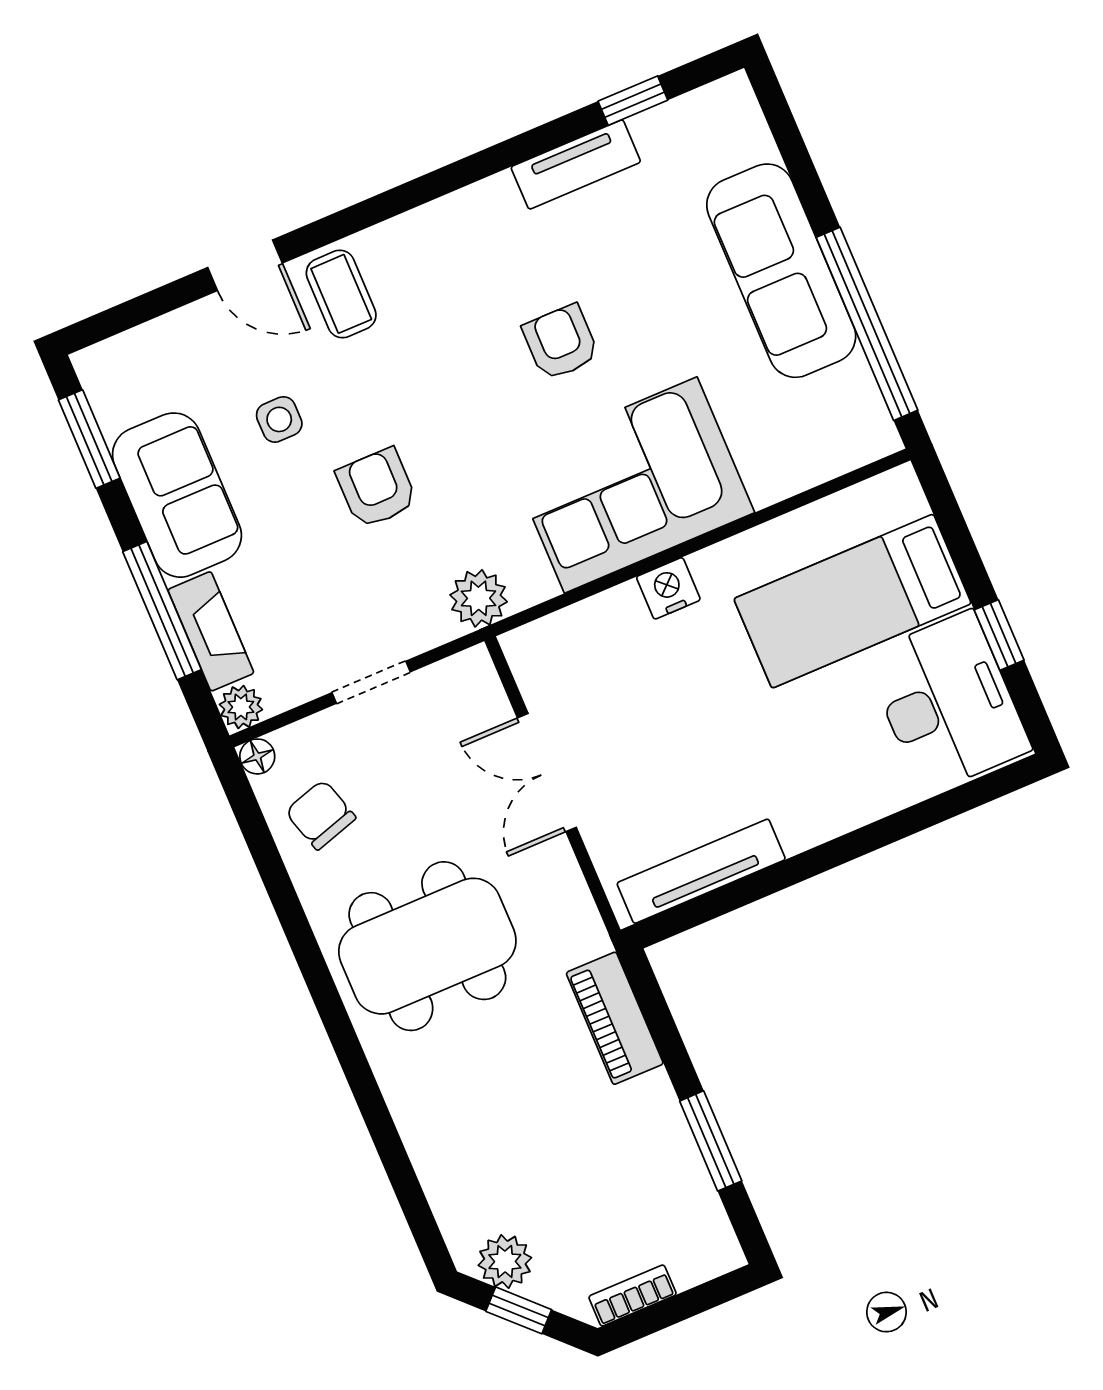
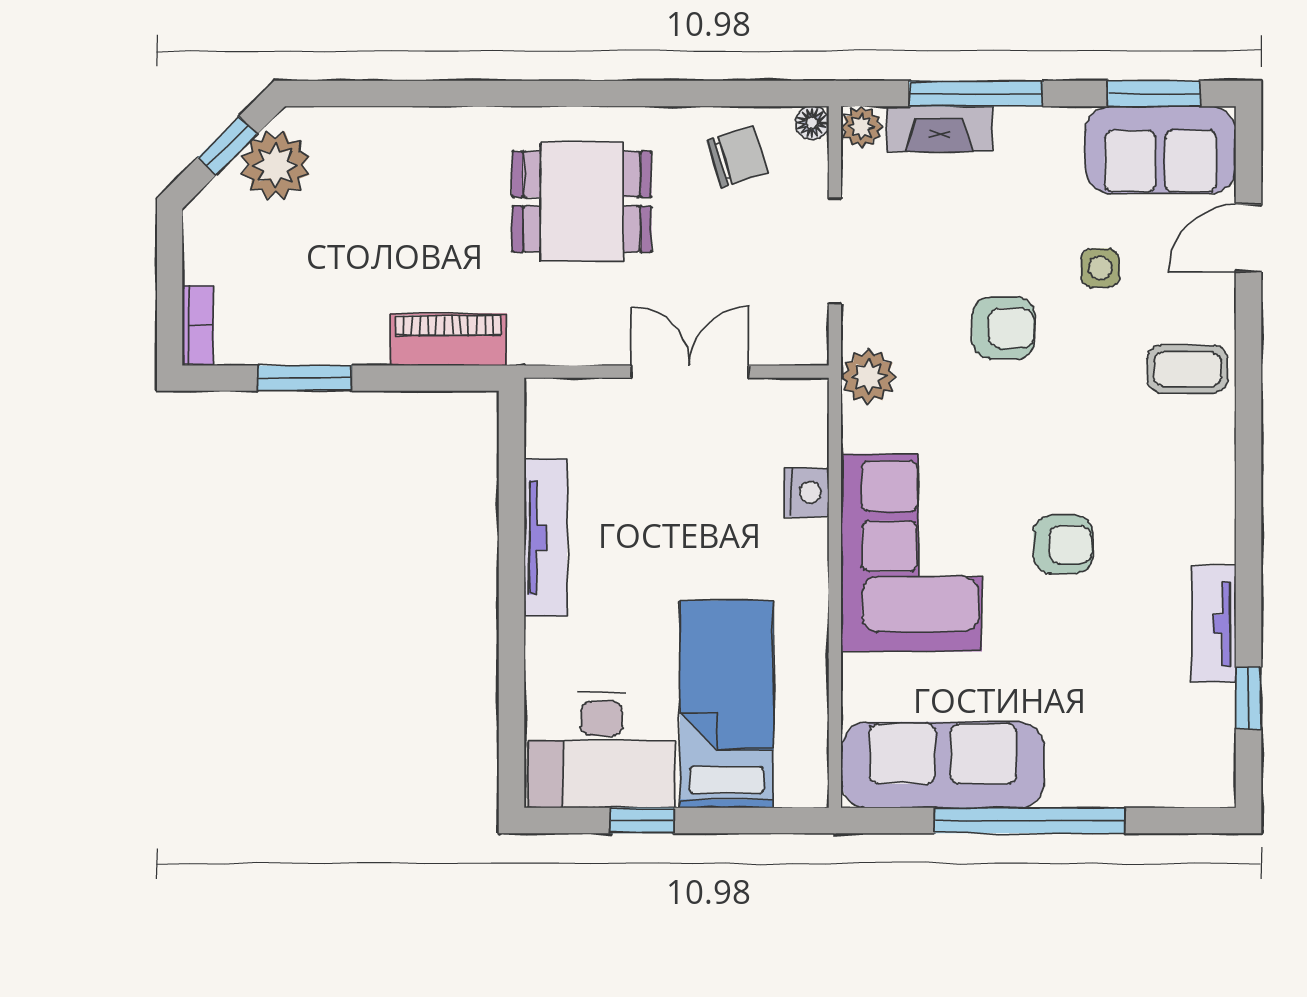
door: (245, 265) -> (1249, 238), moved
sofa: (781, 271) -> (943, 765), moved
window: (867, 324) -> (1030, 821), moved
sofa: (177, 495) -> (1160, 150), moved
nightstand: (668, 588) -> (806, 492), moved
doorway: (371, 682) -> (835, 251), width x1.38
tv unit: (701, 871) -> (545, 538), moved
dining table: (427, 946) -> (582, 202), width x0.73
plant: (505, 1261) -> (275, 165), width x1.36, depth x1.36
bookcase: (632, 1295) -> (198, 325), moved

